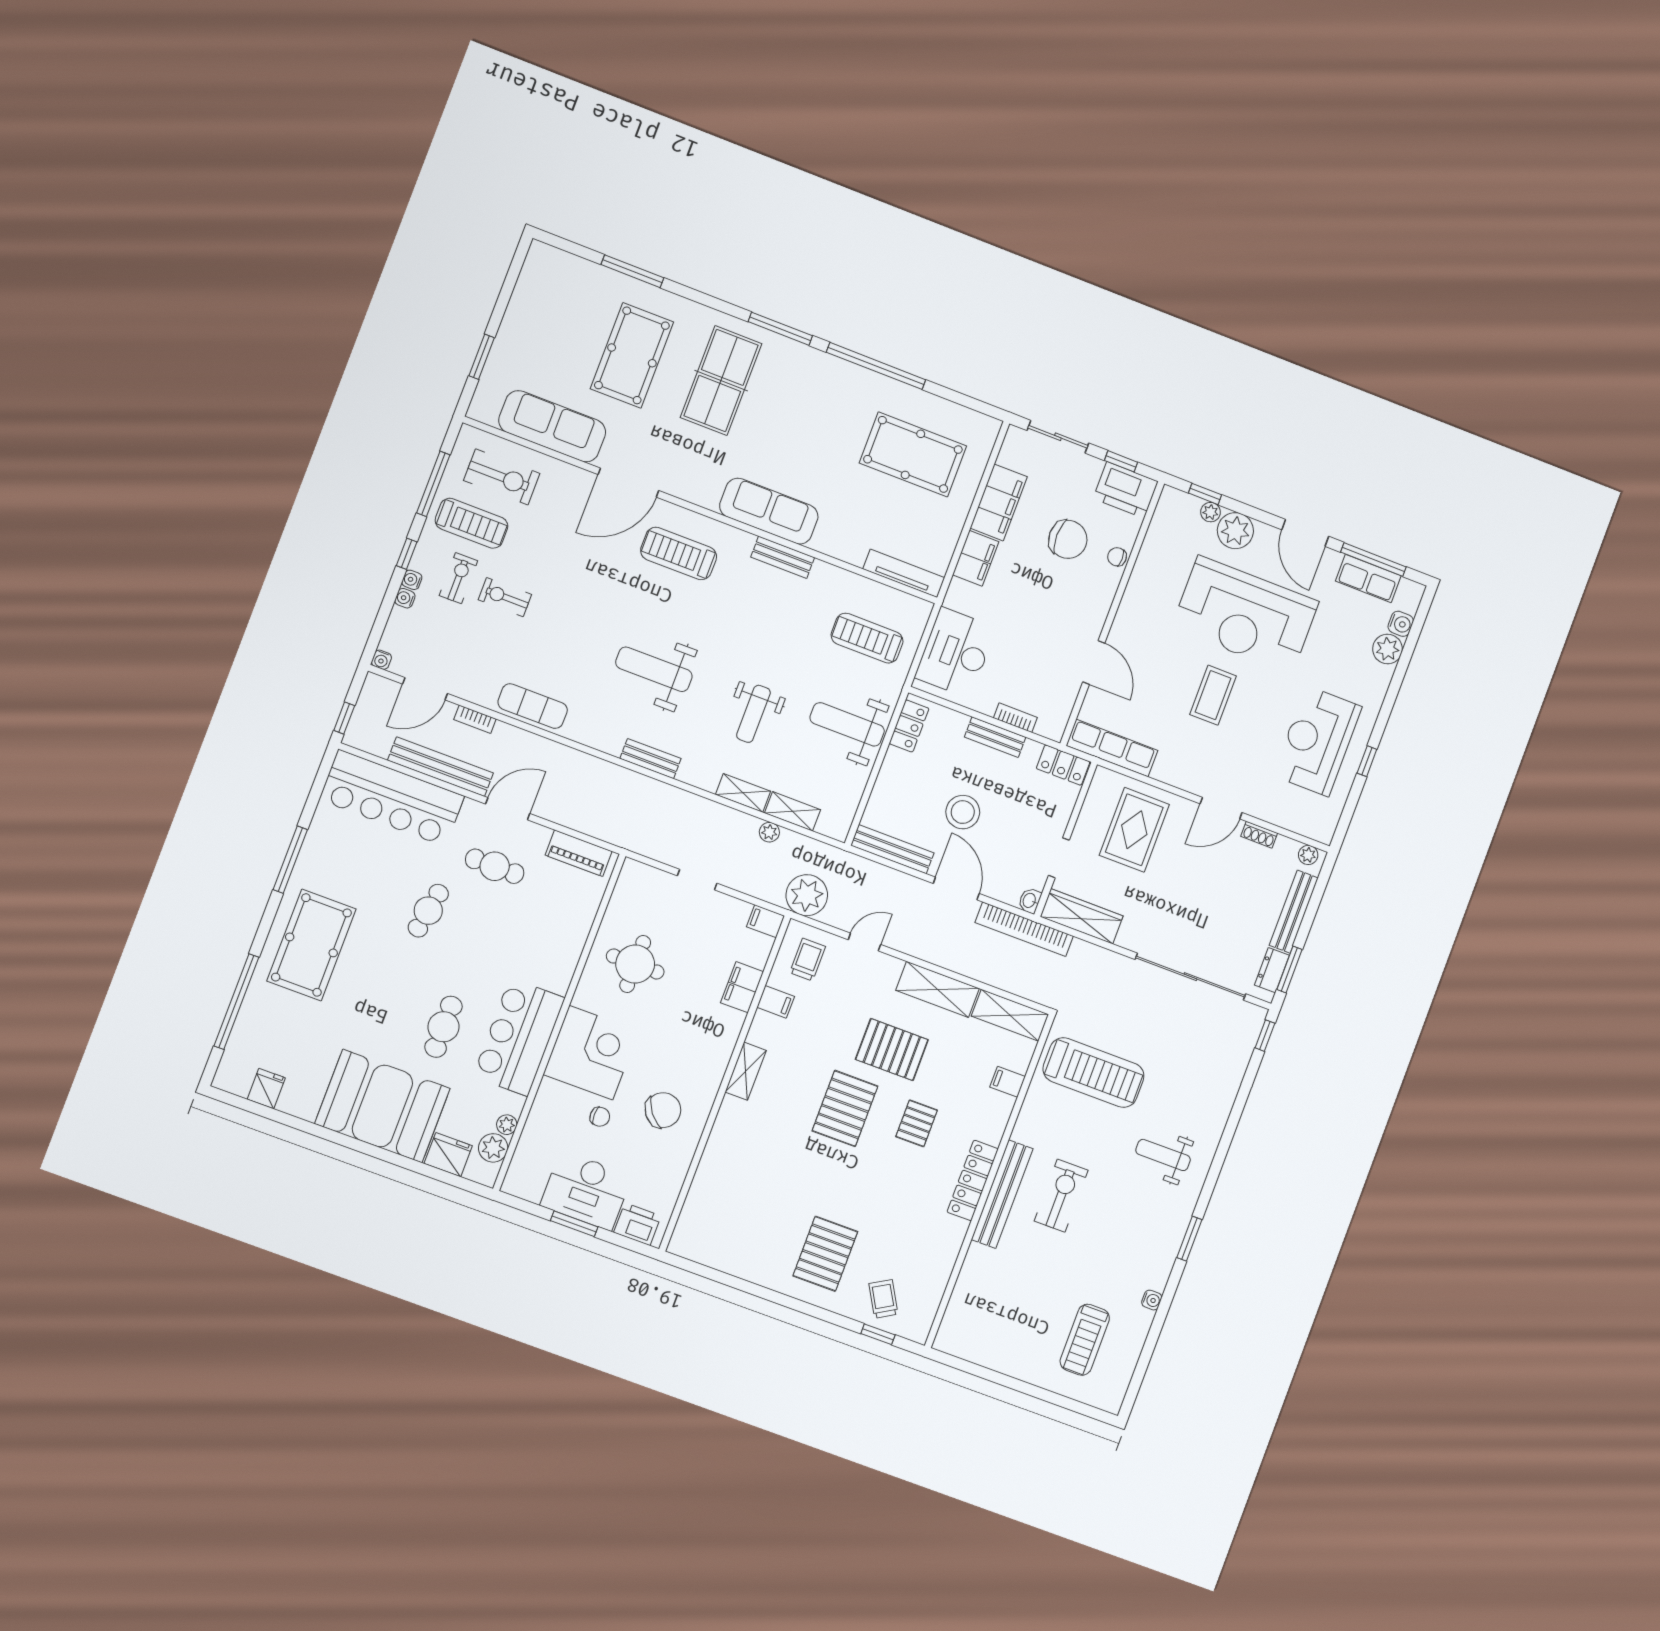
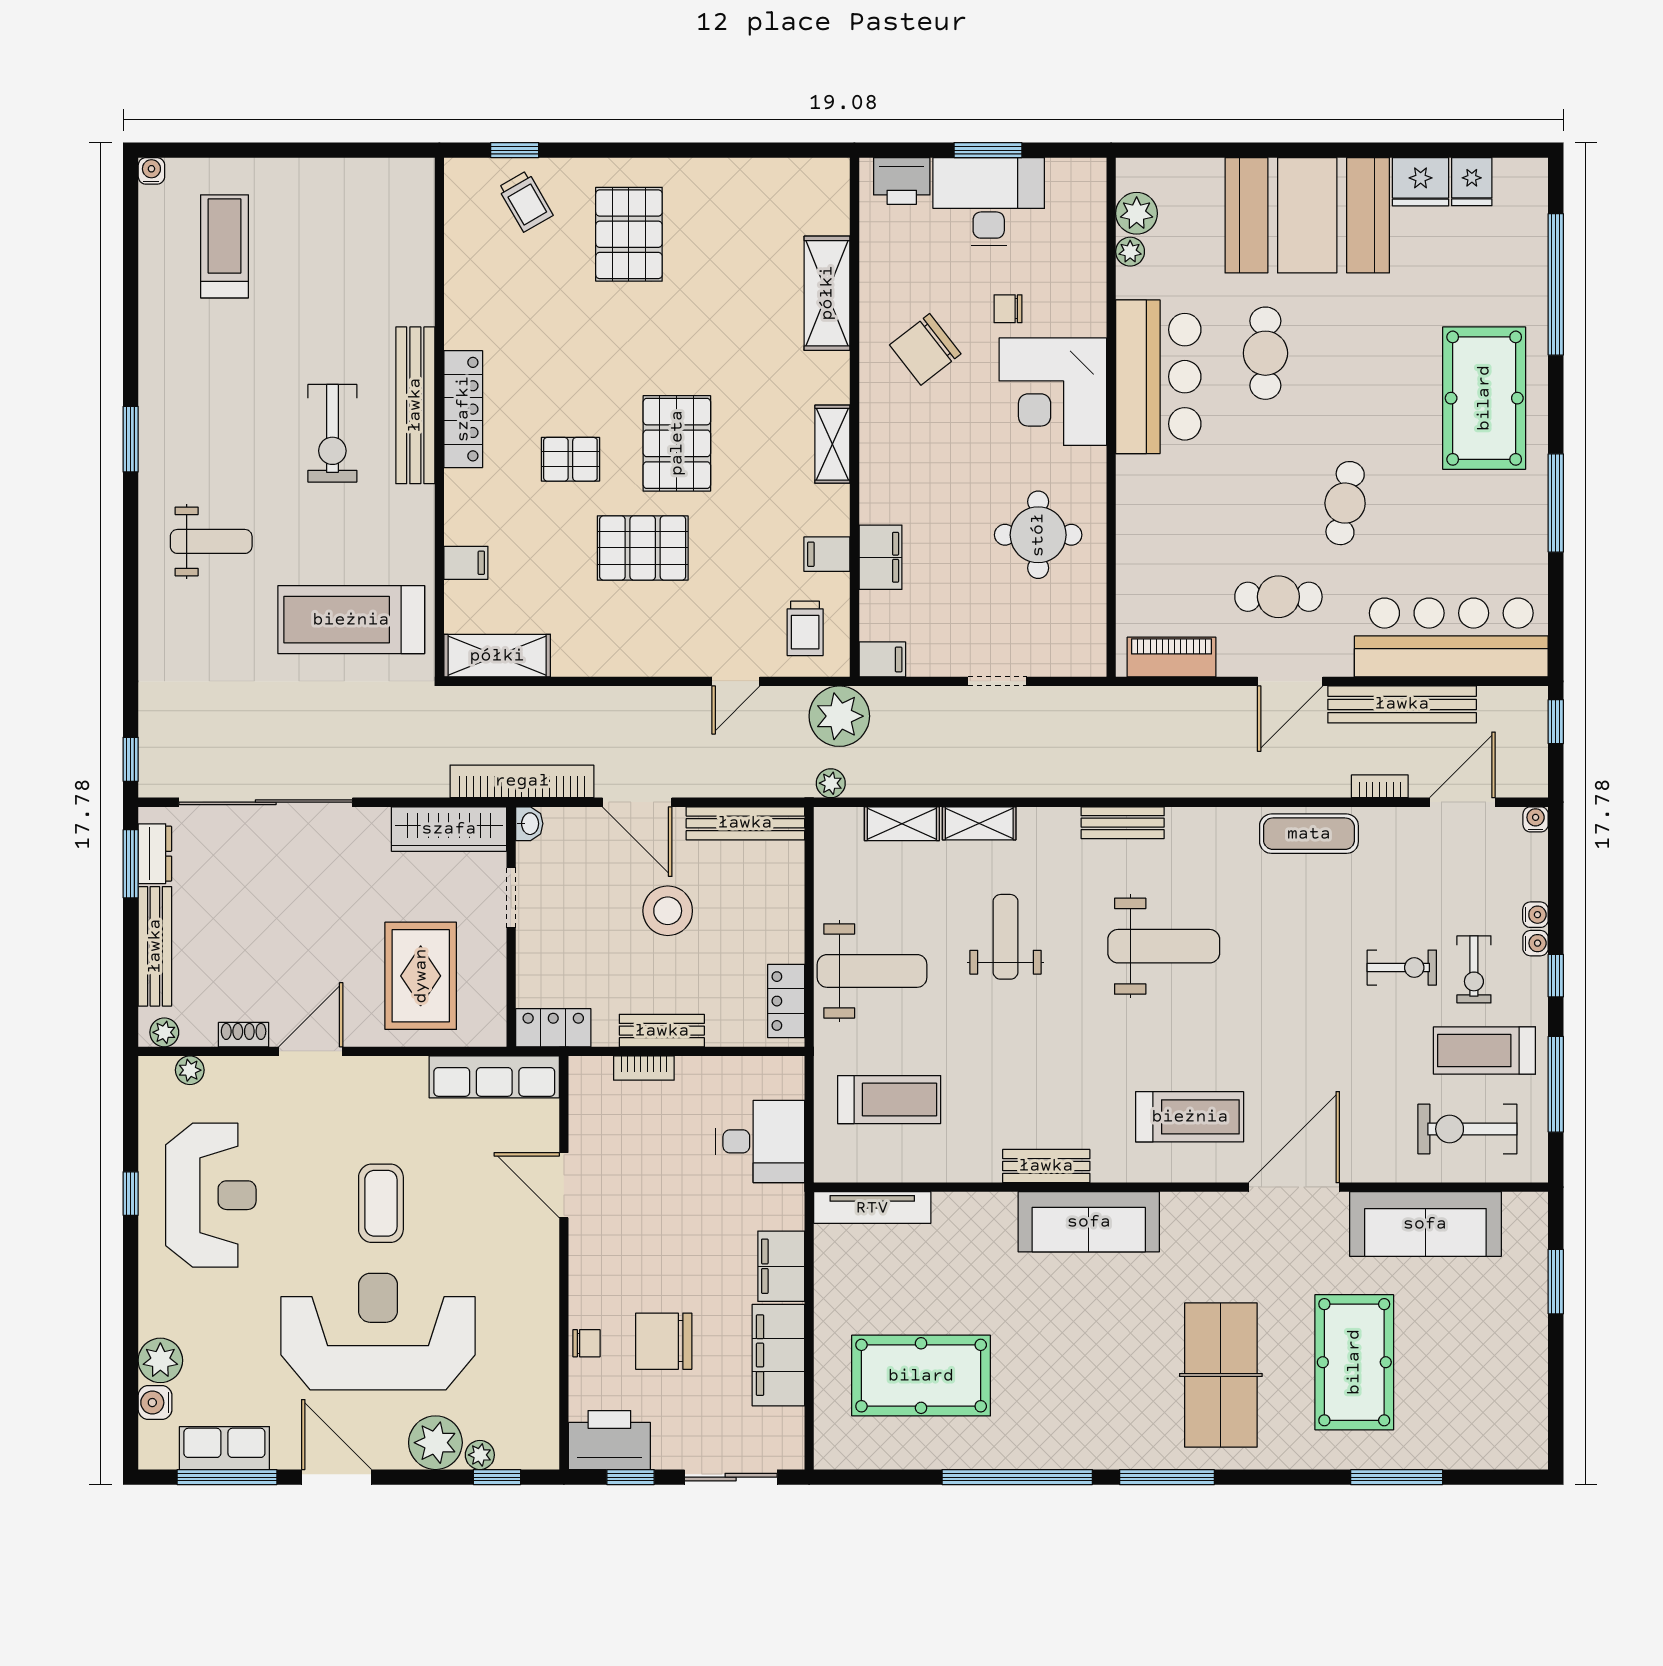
desk: (955, 653) -> (760, 1141), width x0.73
plant: (1301, 825) -> (190, 1070), added
plant: (769, 832) -> (831, 783), moved
shelving: (938, 989) -> (827, 293), moved, turned 90
pallet: (917, 1123) -> (570, 459), turned 90
fridge: (448, 1155) -> (1421, 182), moved
water cooler: (1152, 1300) -> (151, 171), moved, turned 90

